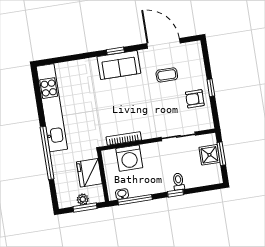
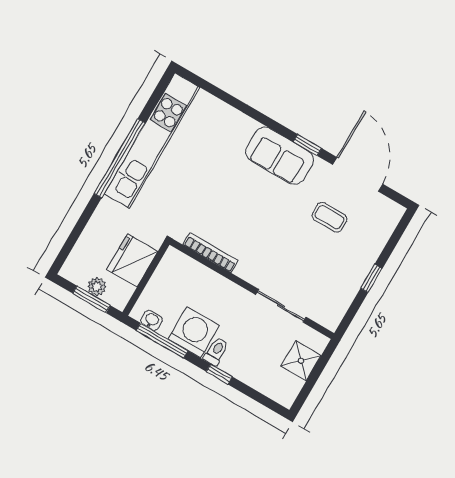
window: (115, 51) -> (307, 145), moved
armchair: (195, 99) -> (340, 276), removed
window: (47, 153) -> (120, 158), moved
window: (221, 154) -> (317, 371), removed
washing machine: (129, 158) -> (194, 332), moved, turned 180
toilet: (178, 182) -> (216, 351), moved

